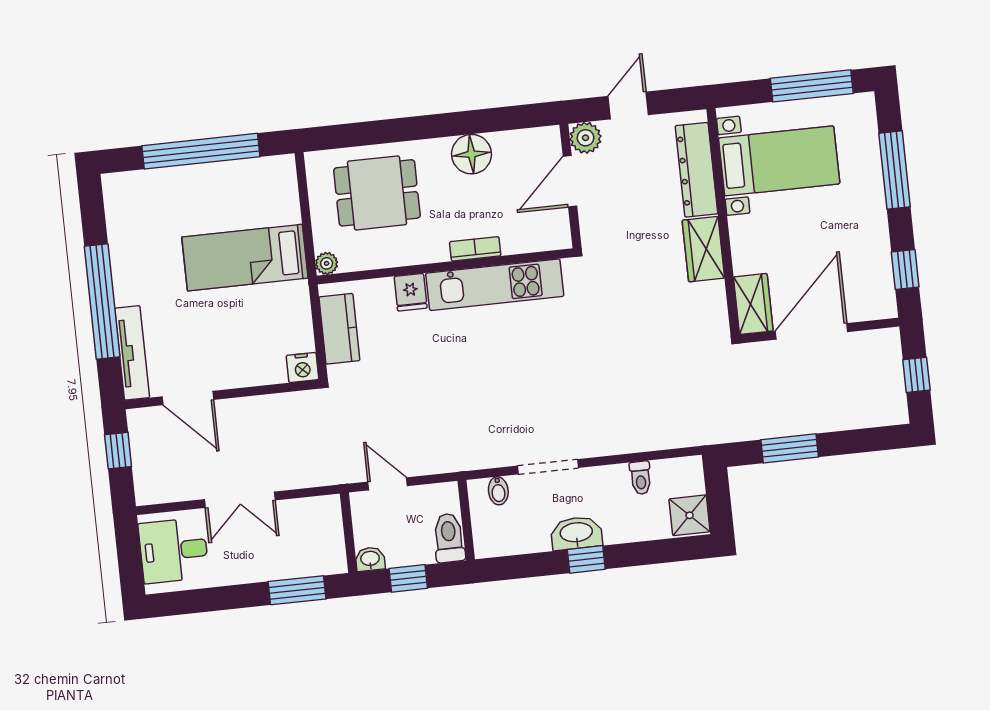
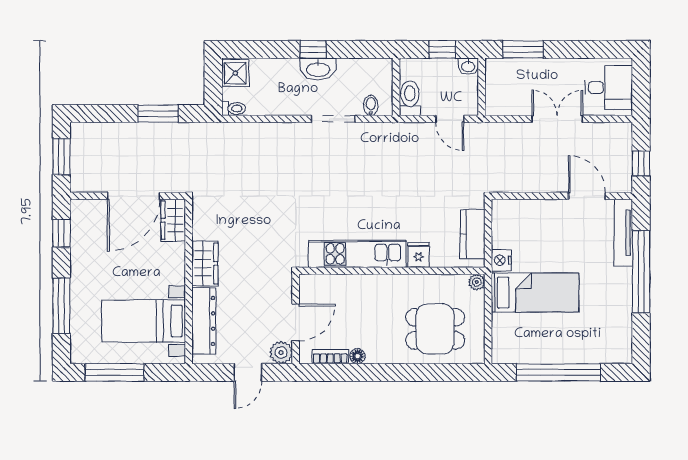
floor lamp: (471, 154) -> (357, 356), width x0.53, depth x0.53
bookcase: (475, 249) -> (330, 357), moved, turned 180
nightstand: (302, 368) -> (501, 260), moved, turned -90
window: (916, 375) -> (61, 157), width x1.50
toilet: (641, 478) -> (234, 108), moved, turned 90
toilet: (449, 538) -> (410, 98), moved, turned 180

